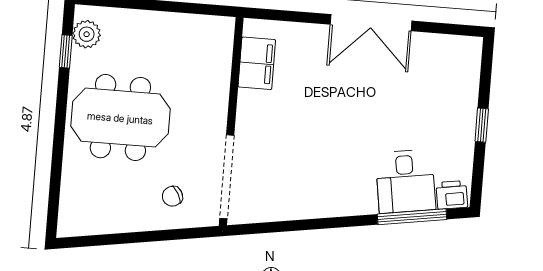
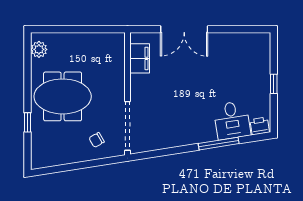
double door: (371, 23) -> (184, 29), moved
window: (66, 51) -> (28, 122), moved
window: (412, 217) -> (219, 144), moved

